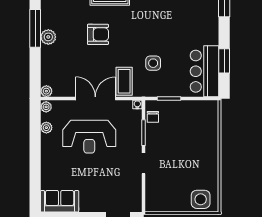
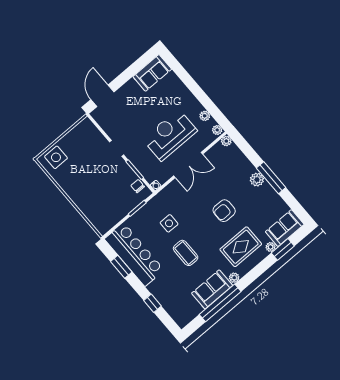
bar counter: (205, 71) -> (134, 254), width x1.36
coffee table: (124, 81) -> (186, 253), moved

